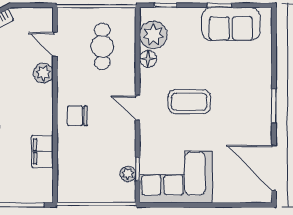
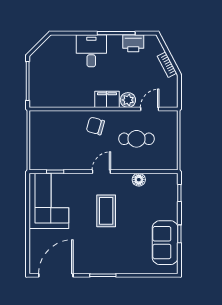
plant: (153, 35) -> (157, 184), removed
cafe table: (102, 46) -> (137, 139), moved
chair: (77, 116) -> (95, 126), turned -74
filing cabinet: (42, 151) -> (107, 99), moved
plant: (128, 174) -> (51, 164), removed

